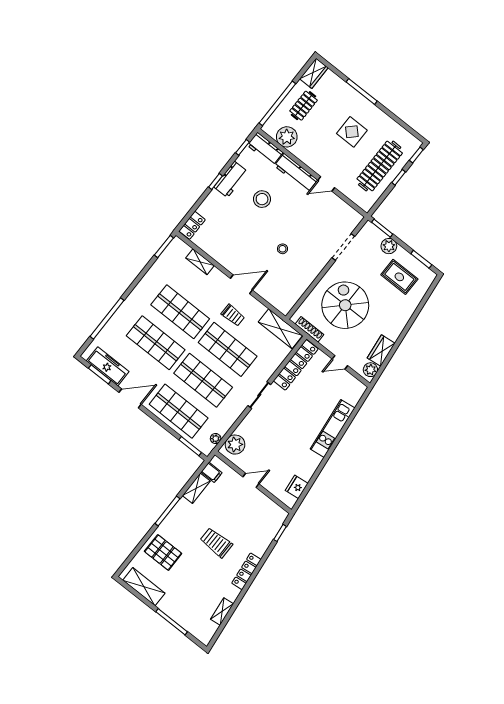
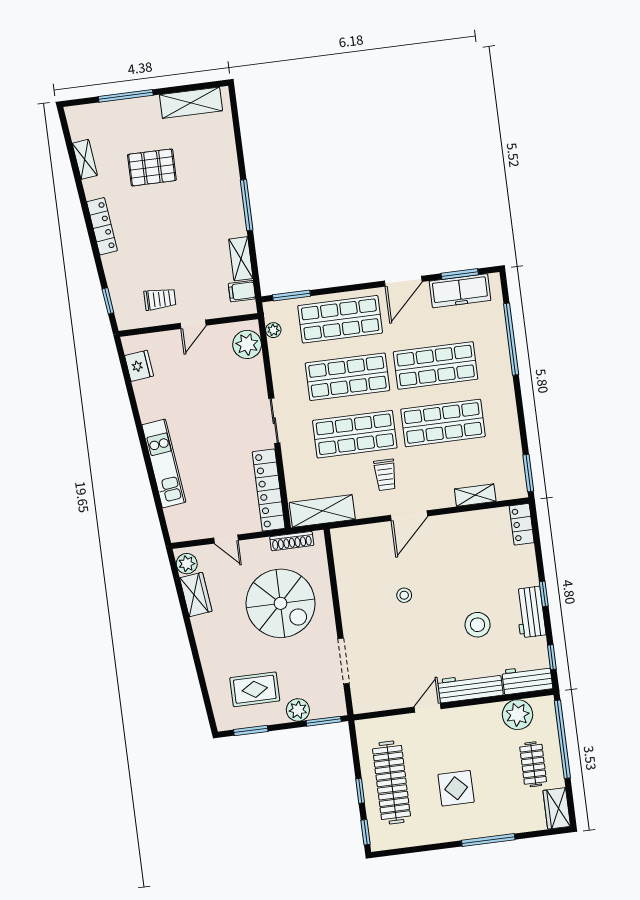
trolley: (233, 315) -> (385, 475), turned -90
door: (340, 362) -> (226, 539), swing flipped
trolley: (216, 543) -> (160, 299), moved, width x0.73, depth x0.72
pallet: (163, 552) -> (152, 167), moved

